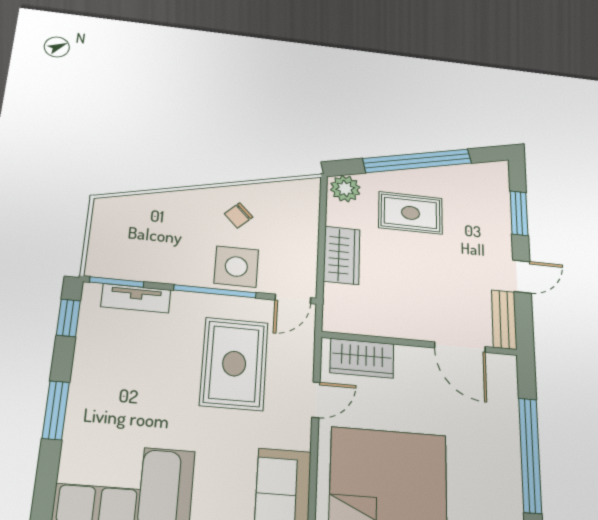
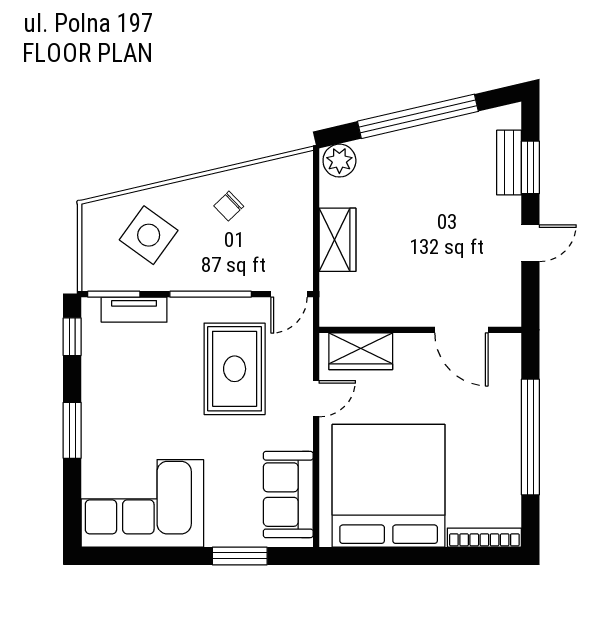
rug: (411, 213) -> (410, 181), removed
side table: (236, 267) -> (149, 235), moved, turned 36
bench: (504, 319) -> (509, 163), moved

